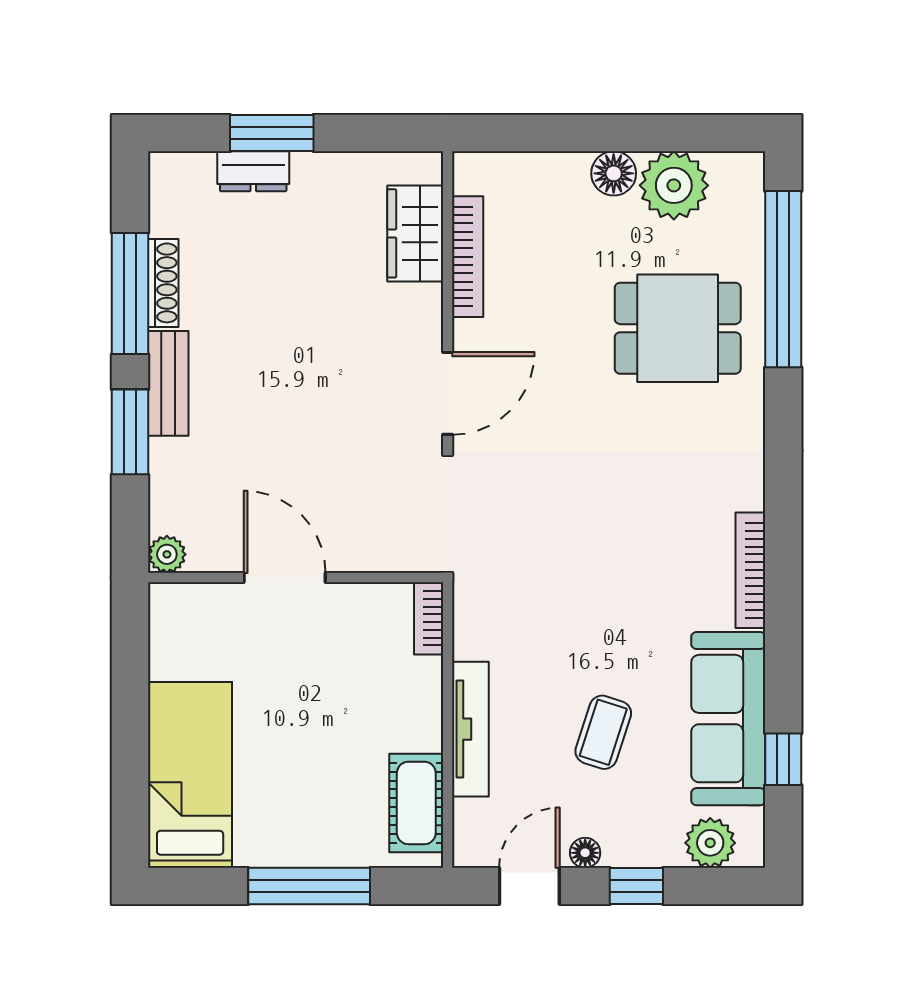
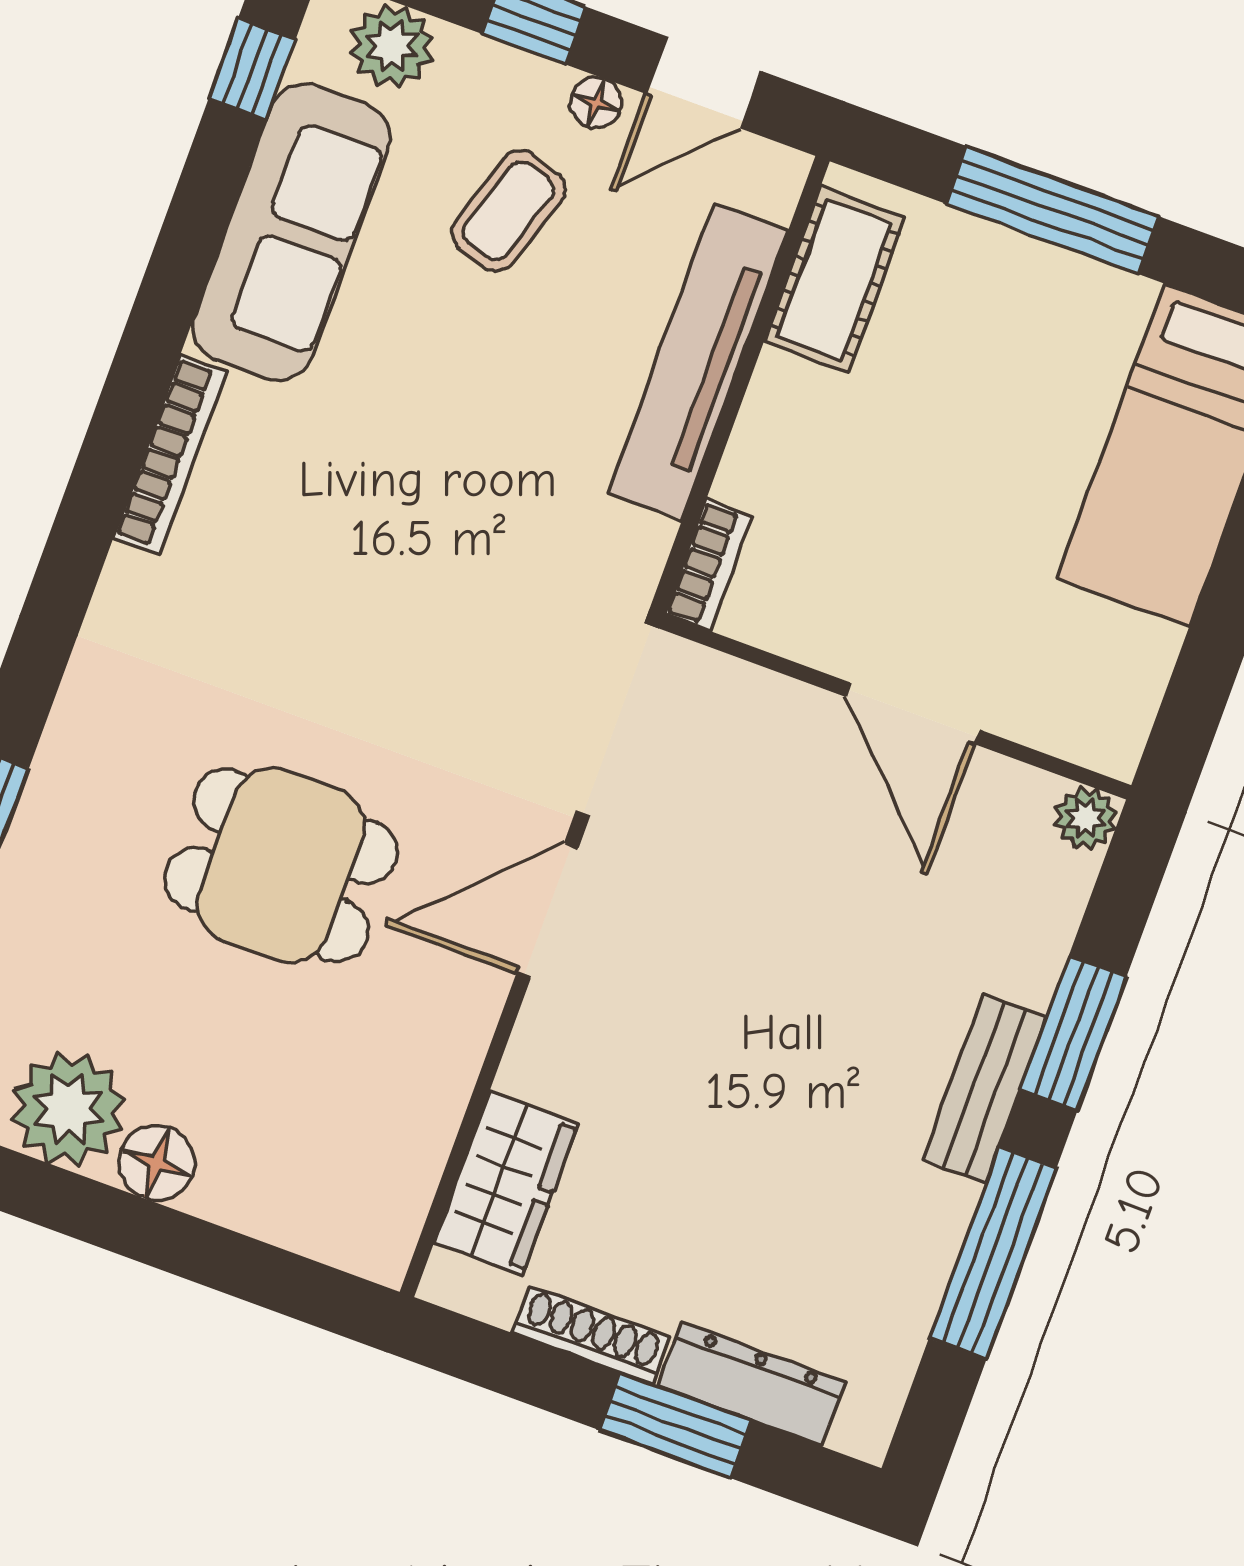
dresser: (253, 171) -> (752, 1384), width x1.44
bookcase: (468, 257) -> (436, 1116), removed
shoe rack: (163, 283) -> (591, 1335), moved, turned 90
dining table: (678, 328) -> (281, 865), moved
tv unit: (470, 729) -> (698, 362), width x1.36, depth x1.29
coffee table: (603, 732) -> (509, 211), moved
window: (783, 759) -> (252, 69), moved

